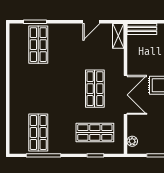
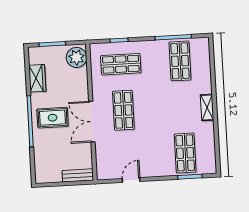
shelving: (118, 36) -> (207, 107), moved
double door: (125, 95) -> (92, 122), moved
plant: (132, 141) -> (76, 57), width x1.87, depth x1.87

